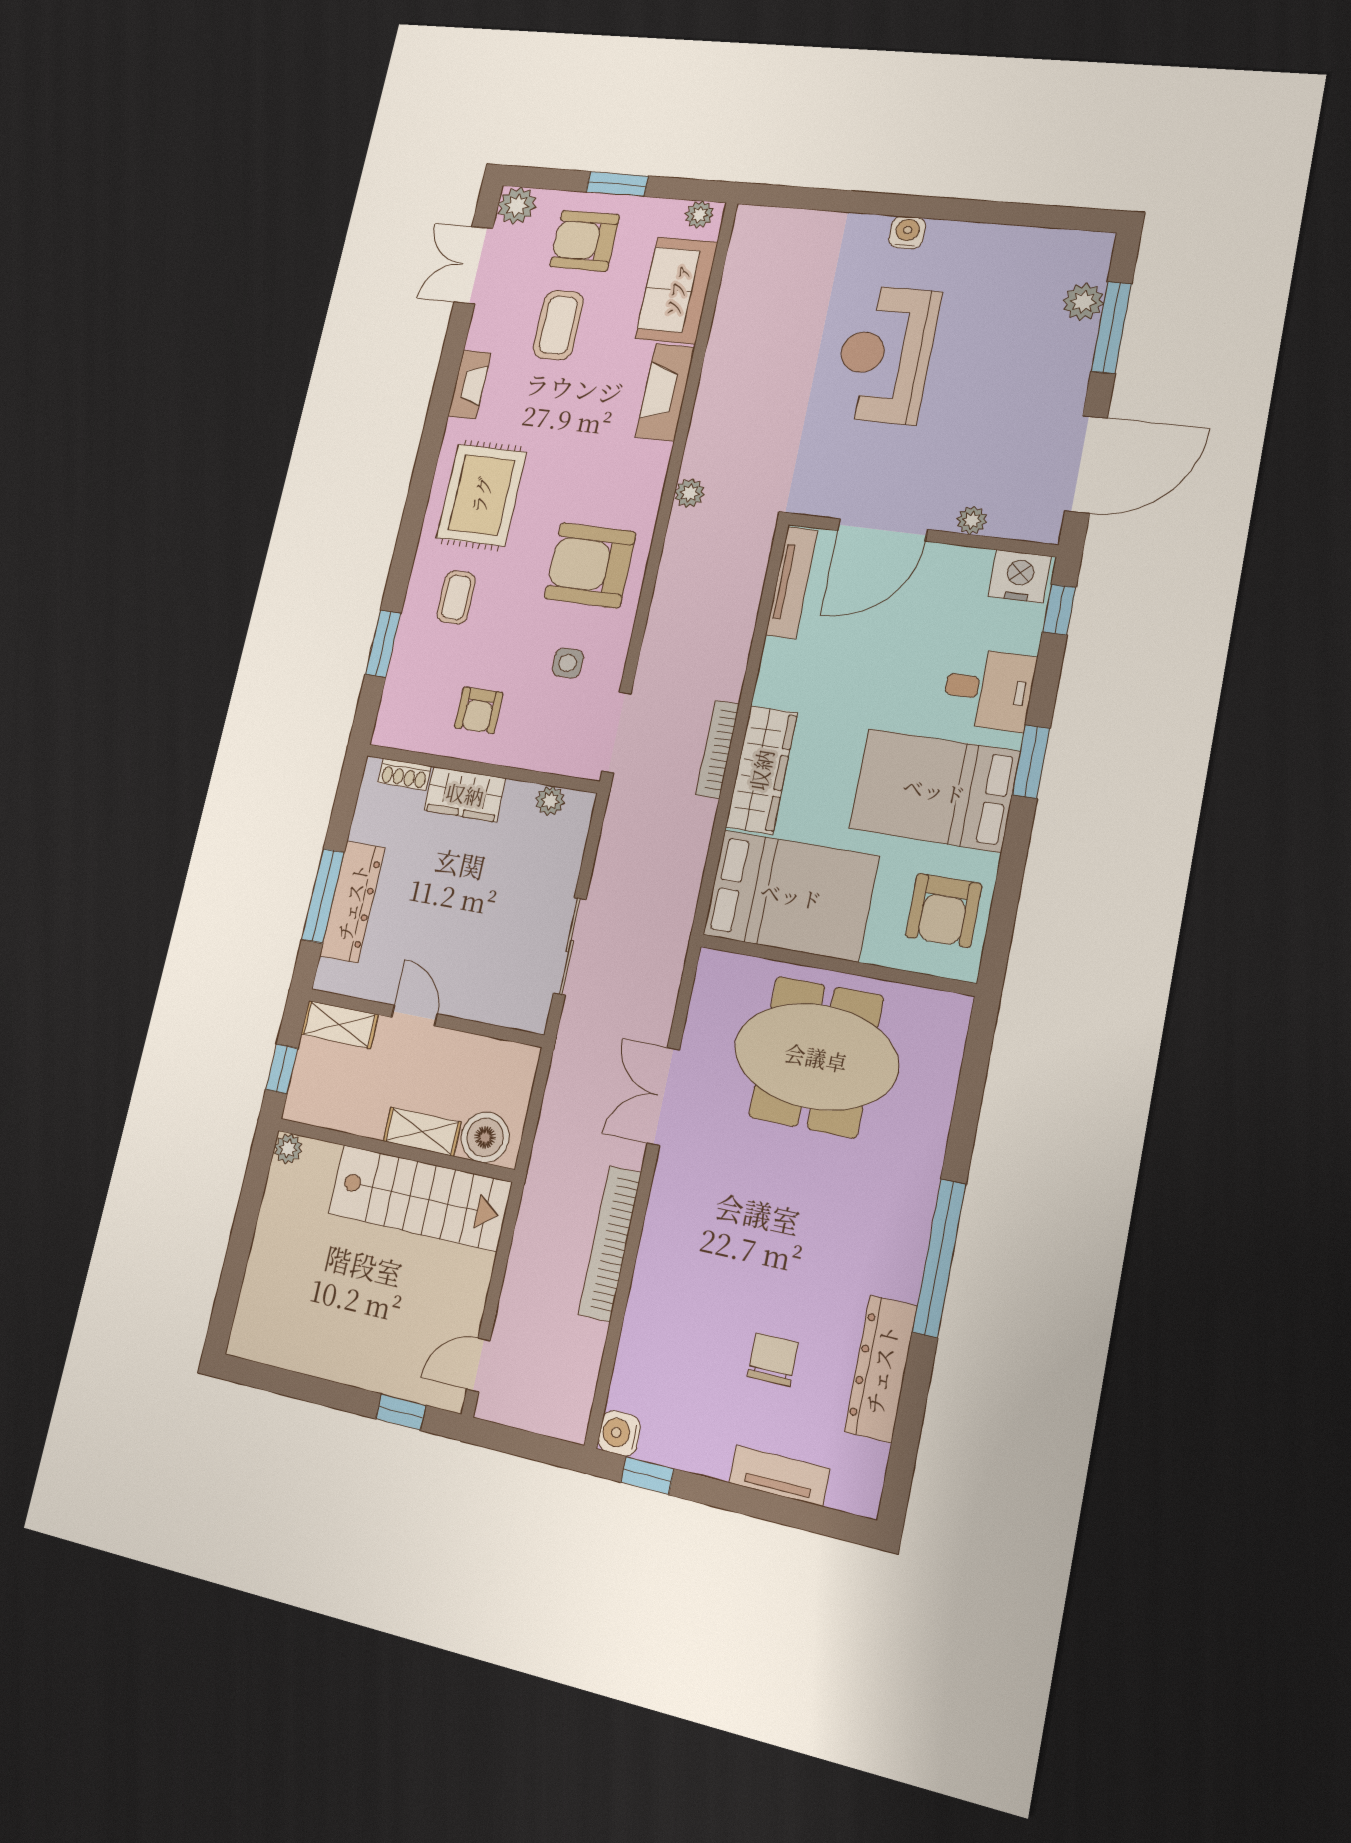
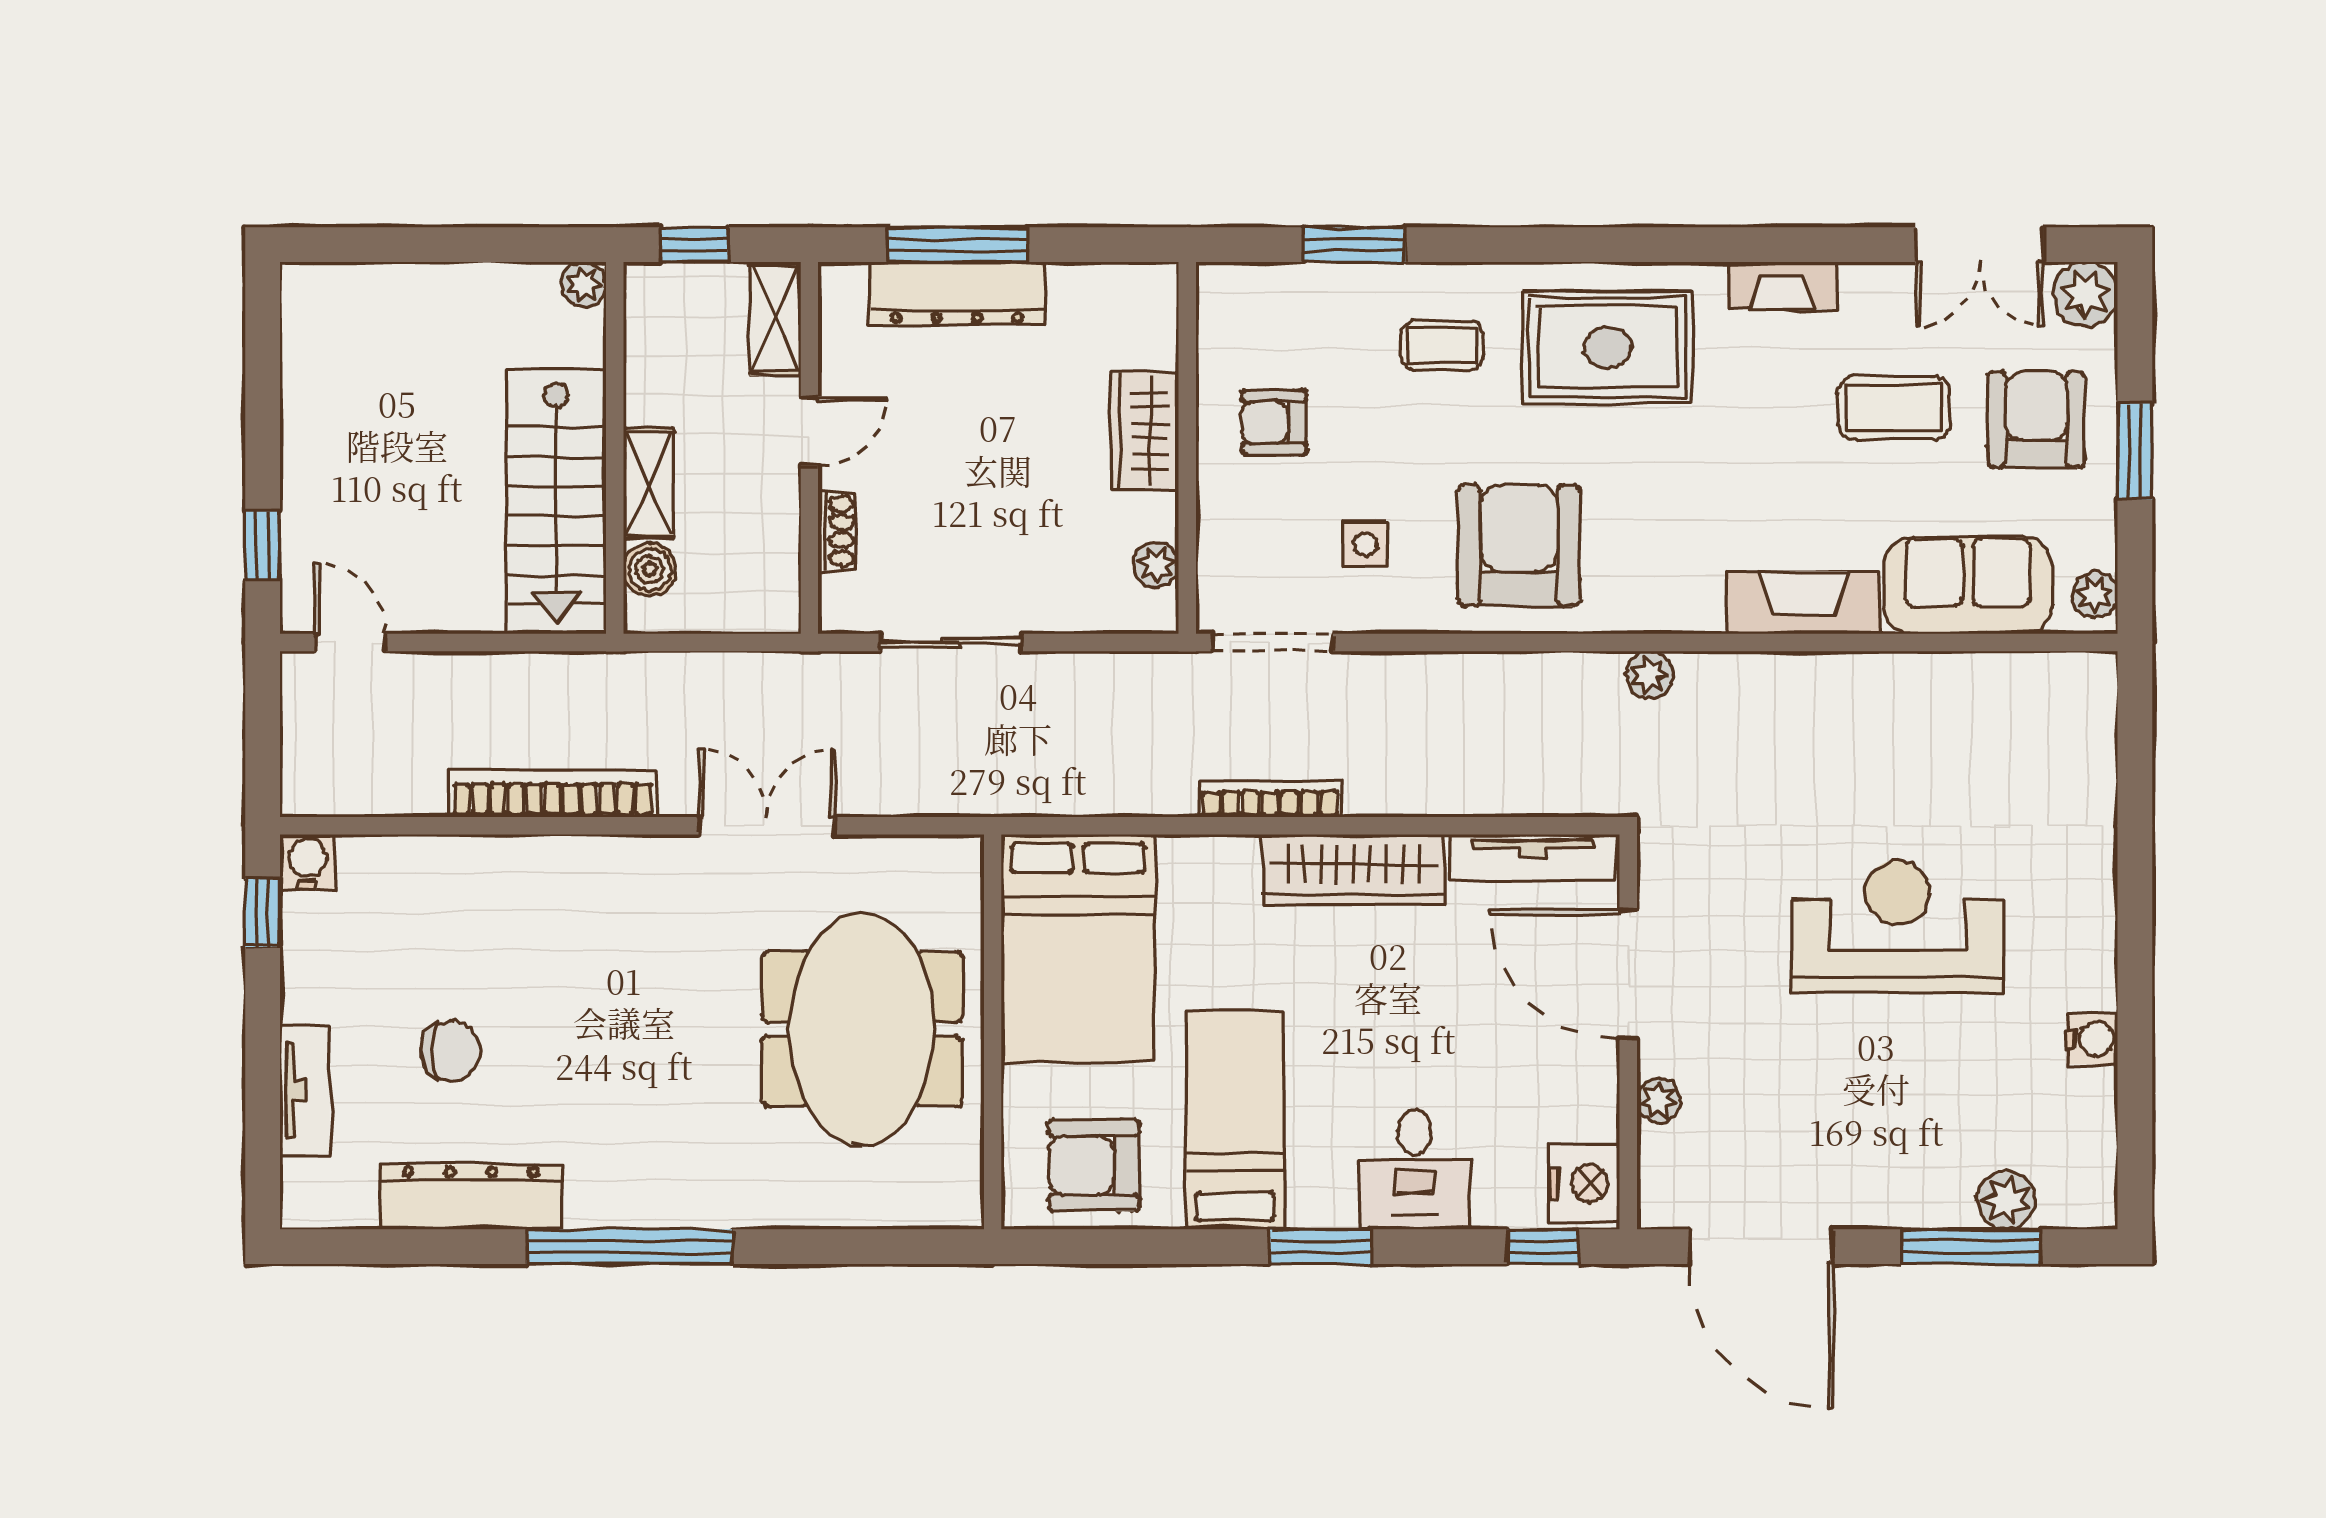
water cooler: (907, 233) -> (2092, 1039), moved
double door: (473, 265) -> (1980, 245), swing flipped
wardrobe: (761, 770) -> (1353, 869), moved
shoe rack: (404, 774) -> (837, 531), moved, turned 180
bed: (934, 790) -> (1235, 1121), width x0.67
boiler: (485, 1137) -> (650, 570), width x0.73, depth x0.73

